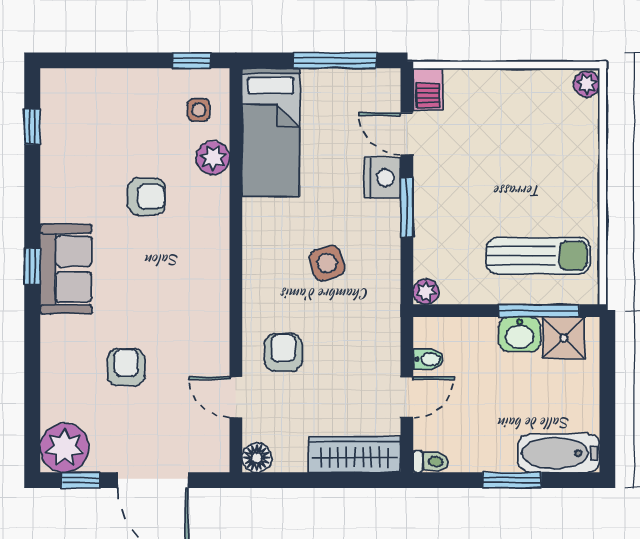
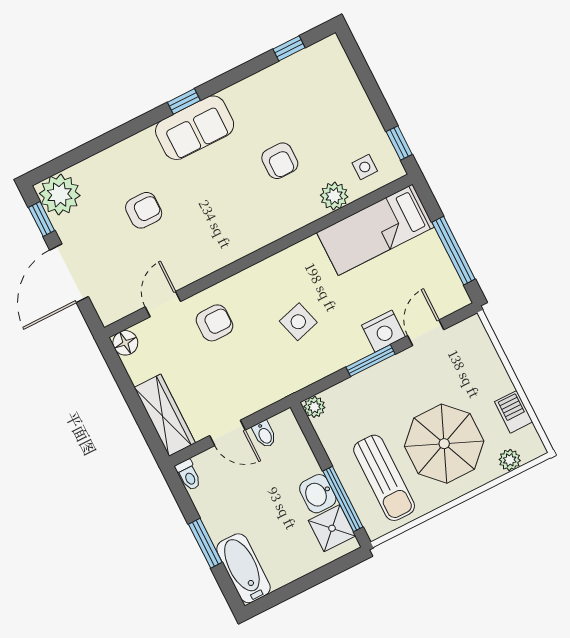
plant: (587, 84) -> (510, 460), moved
barbecue: (428, 89) -> (514, 412), moved, turned 90
parasol: (534, 174) -> (444, 444), added

